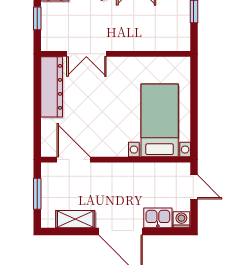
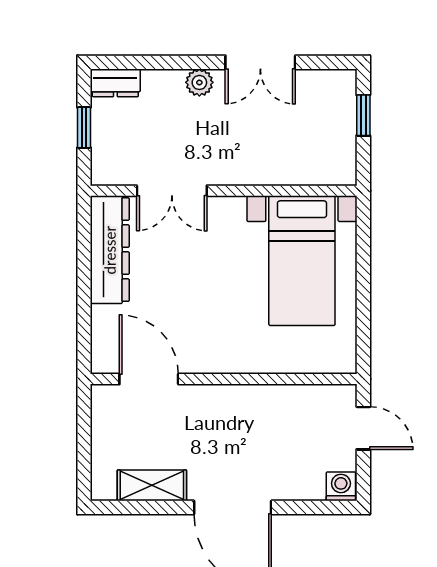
bed with nightstands: (160, 120) -> (302, 261), moved, turned 180
window: (37, 194) -> (84, 440), removed
kitchen sink: (158, 218) -> (299, 483), removed

